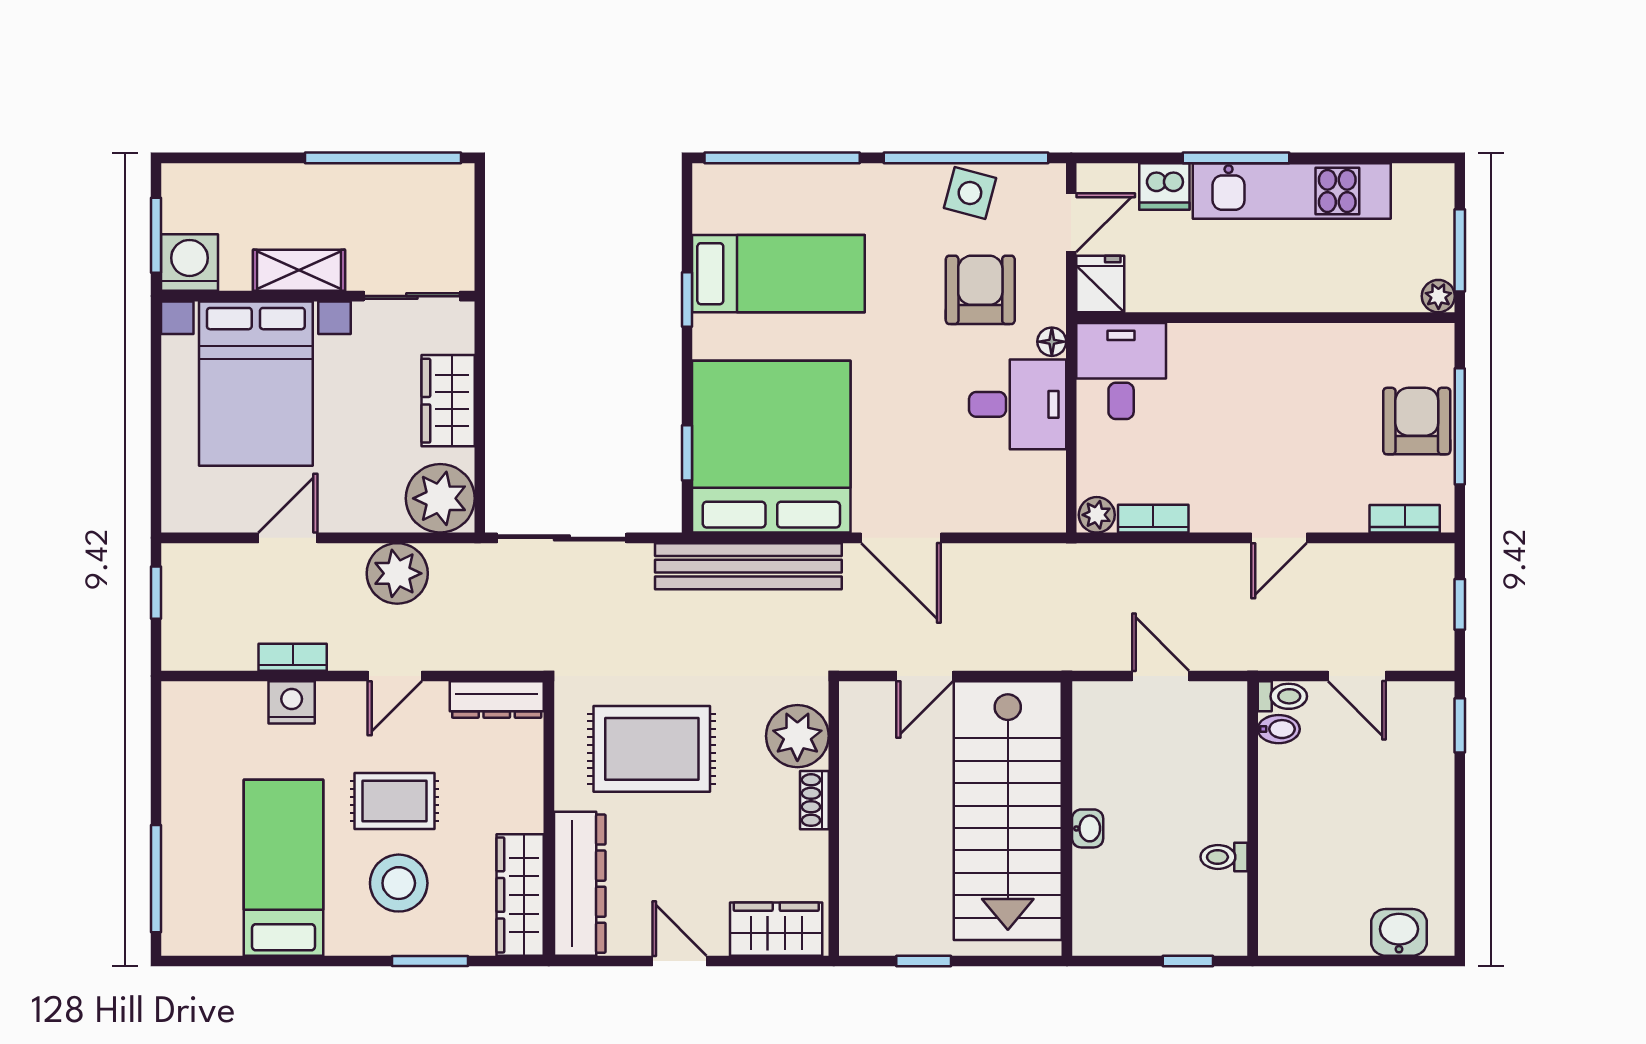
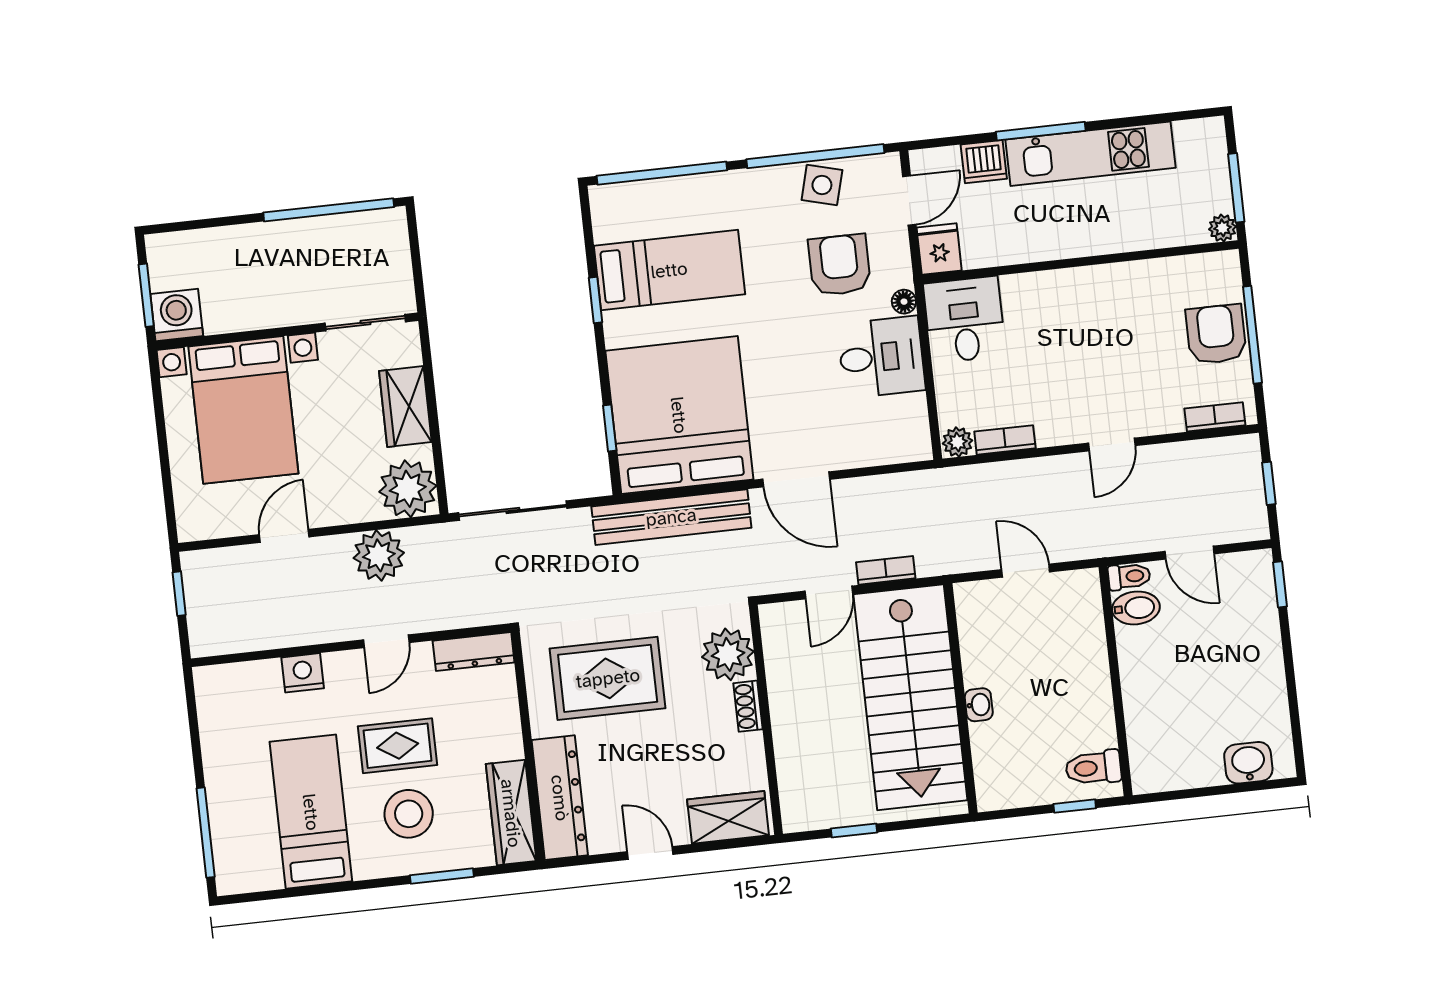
shelving: (299, 270) -> (269, 311), removed
bookcase: (293, 657) -> (886, 570), moved
bidet: (1279, 729) -> (1136, 608), width x1.38, depth x1.36
toilet: (1224, 857) -> (1093, 768), moved, width x1.37, depth x1.39

